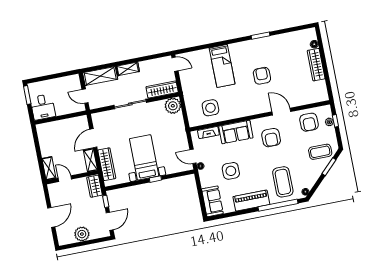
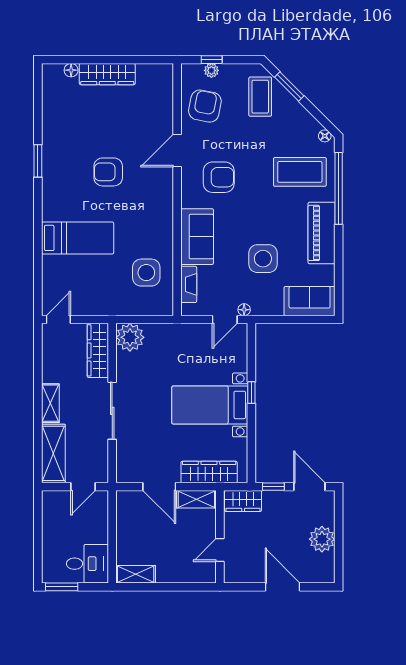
armchair: (309, 122) -> (205, 106), turned -79
shelving: (49, 168) -> (136, 574), moved

